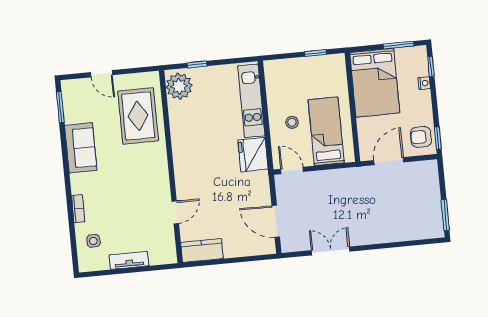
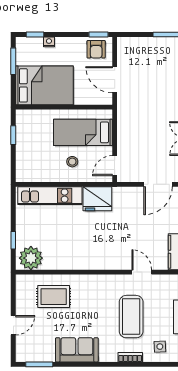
rug: (138, 116) -> (54, 297), width x0.73, depth x0.70
coffee table: (124, 205) -> (131, 317), added

